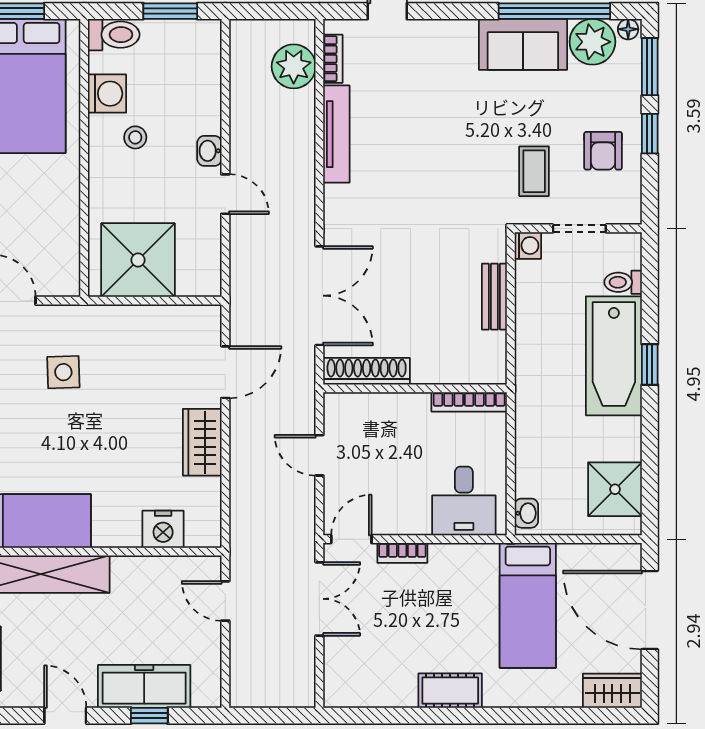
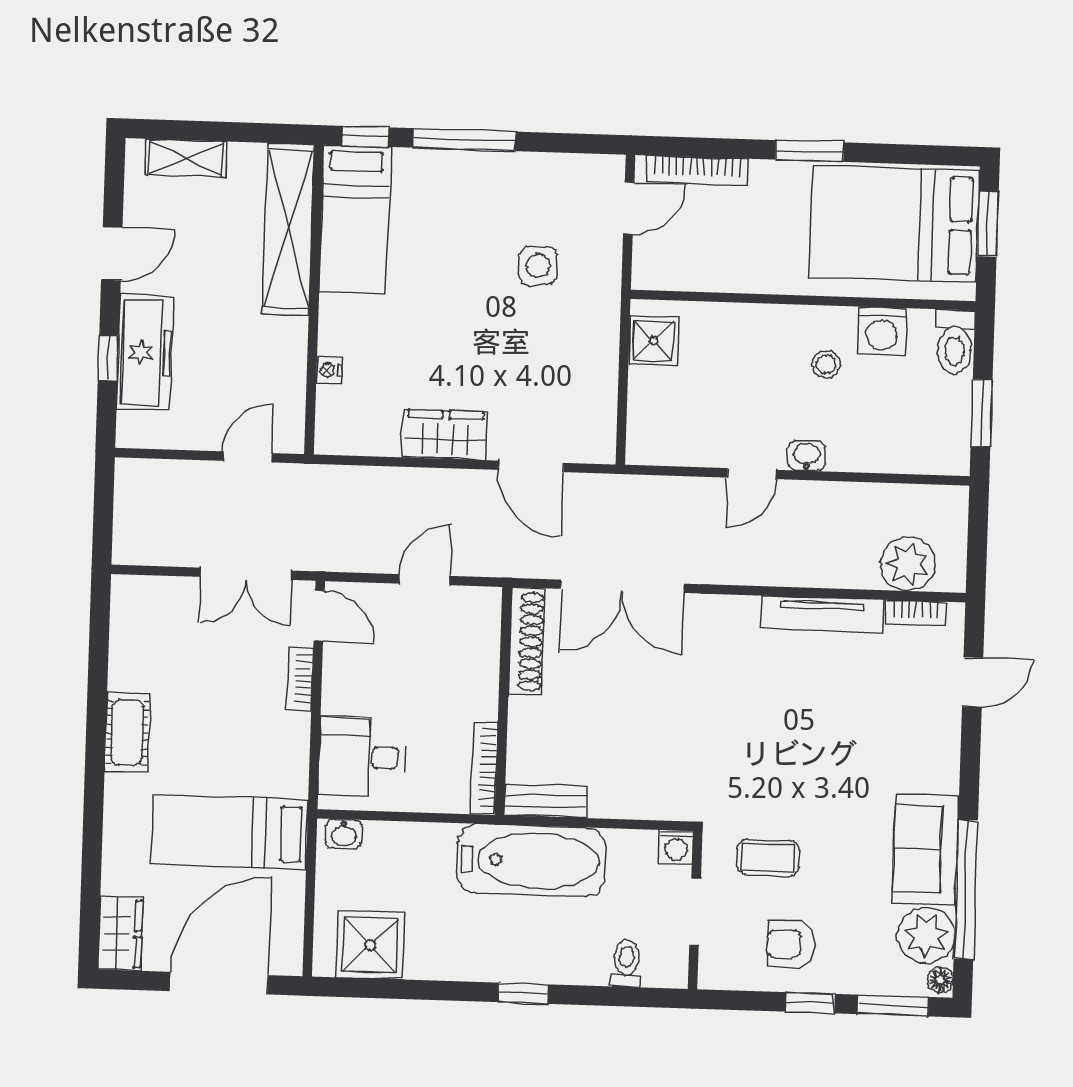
shower: (138, 260) -> (654, 341), width x0.54, depth x0.54
bench: (494, 297) -> (546, 801), moved
bathtub: (614, 356) -> (531, 860), moved, turned 180
nightstand: (163, 529) -> (329, 370), width x0.53, depth x0.56

